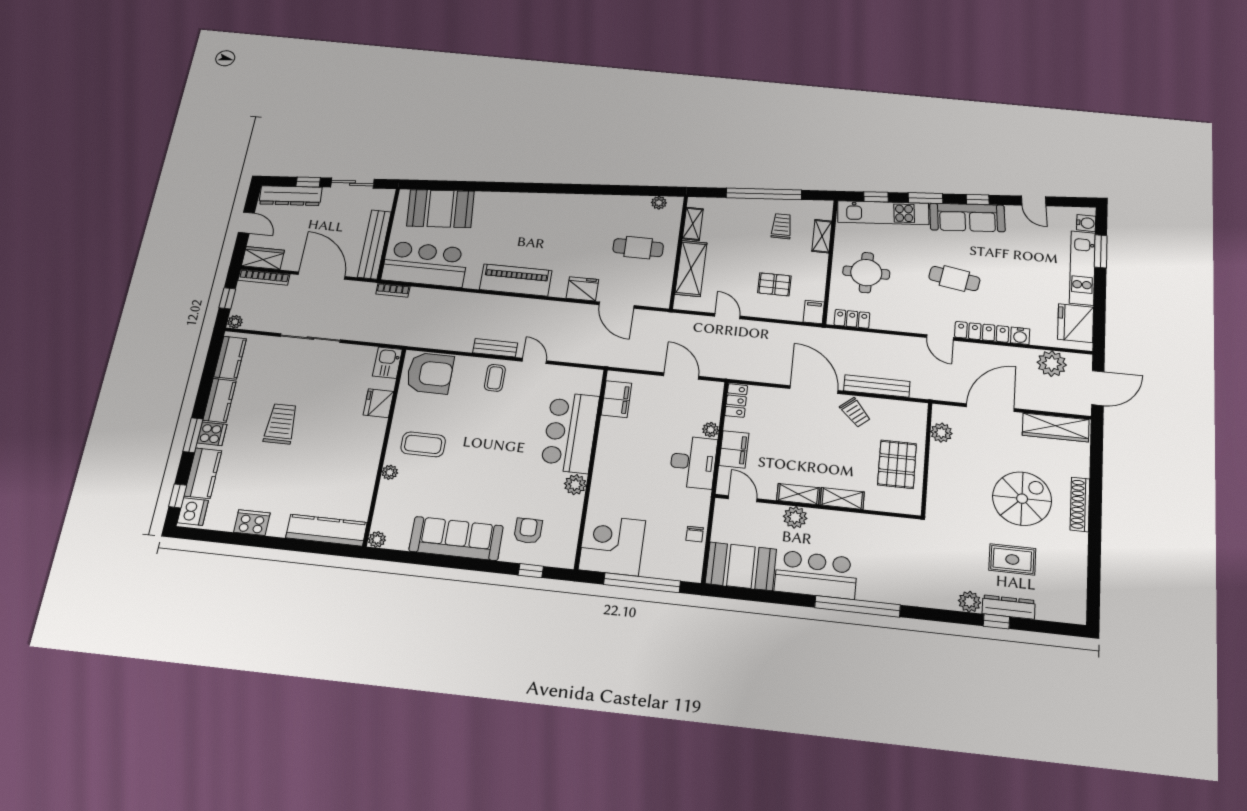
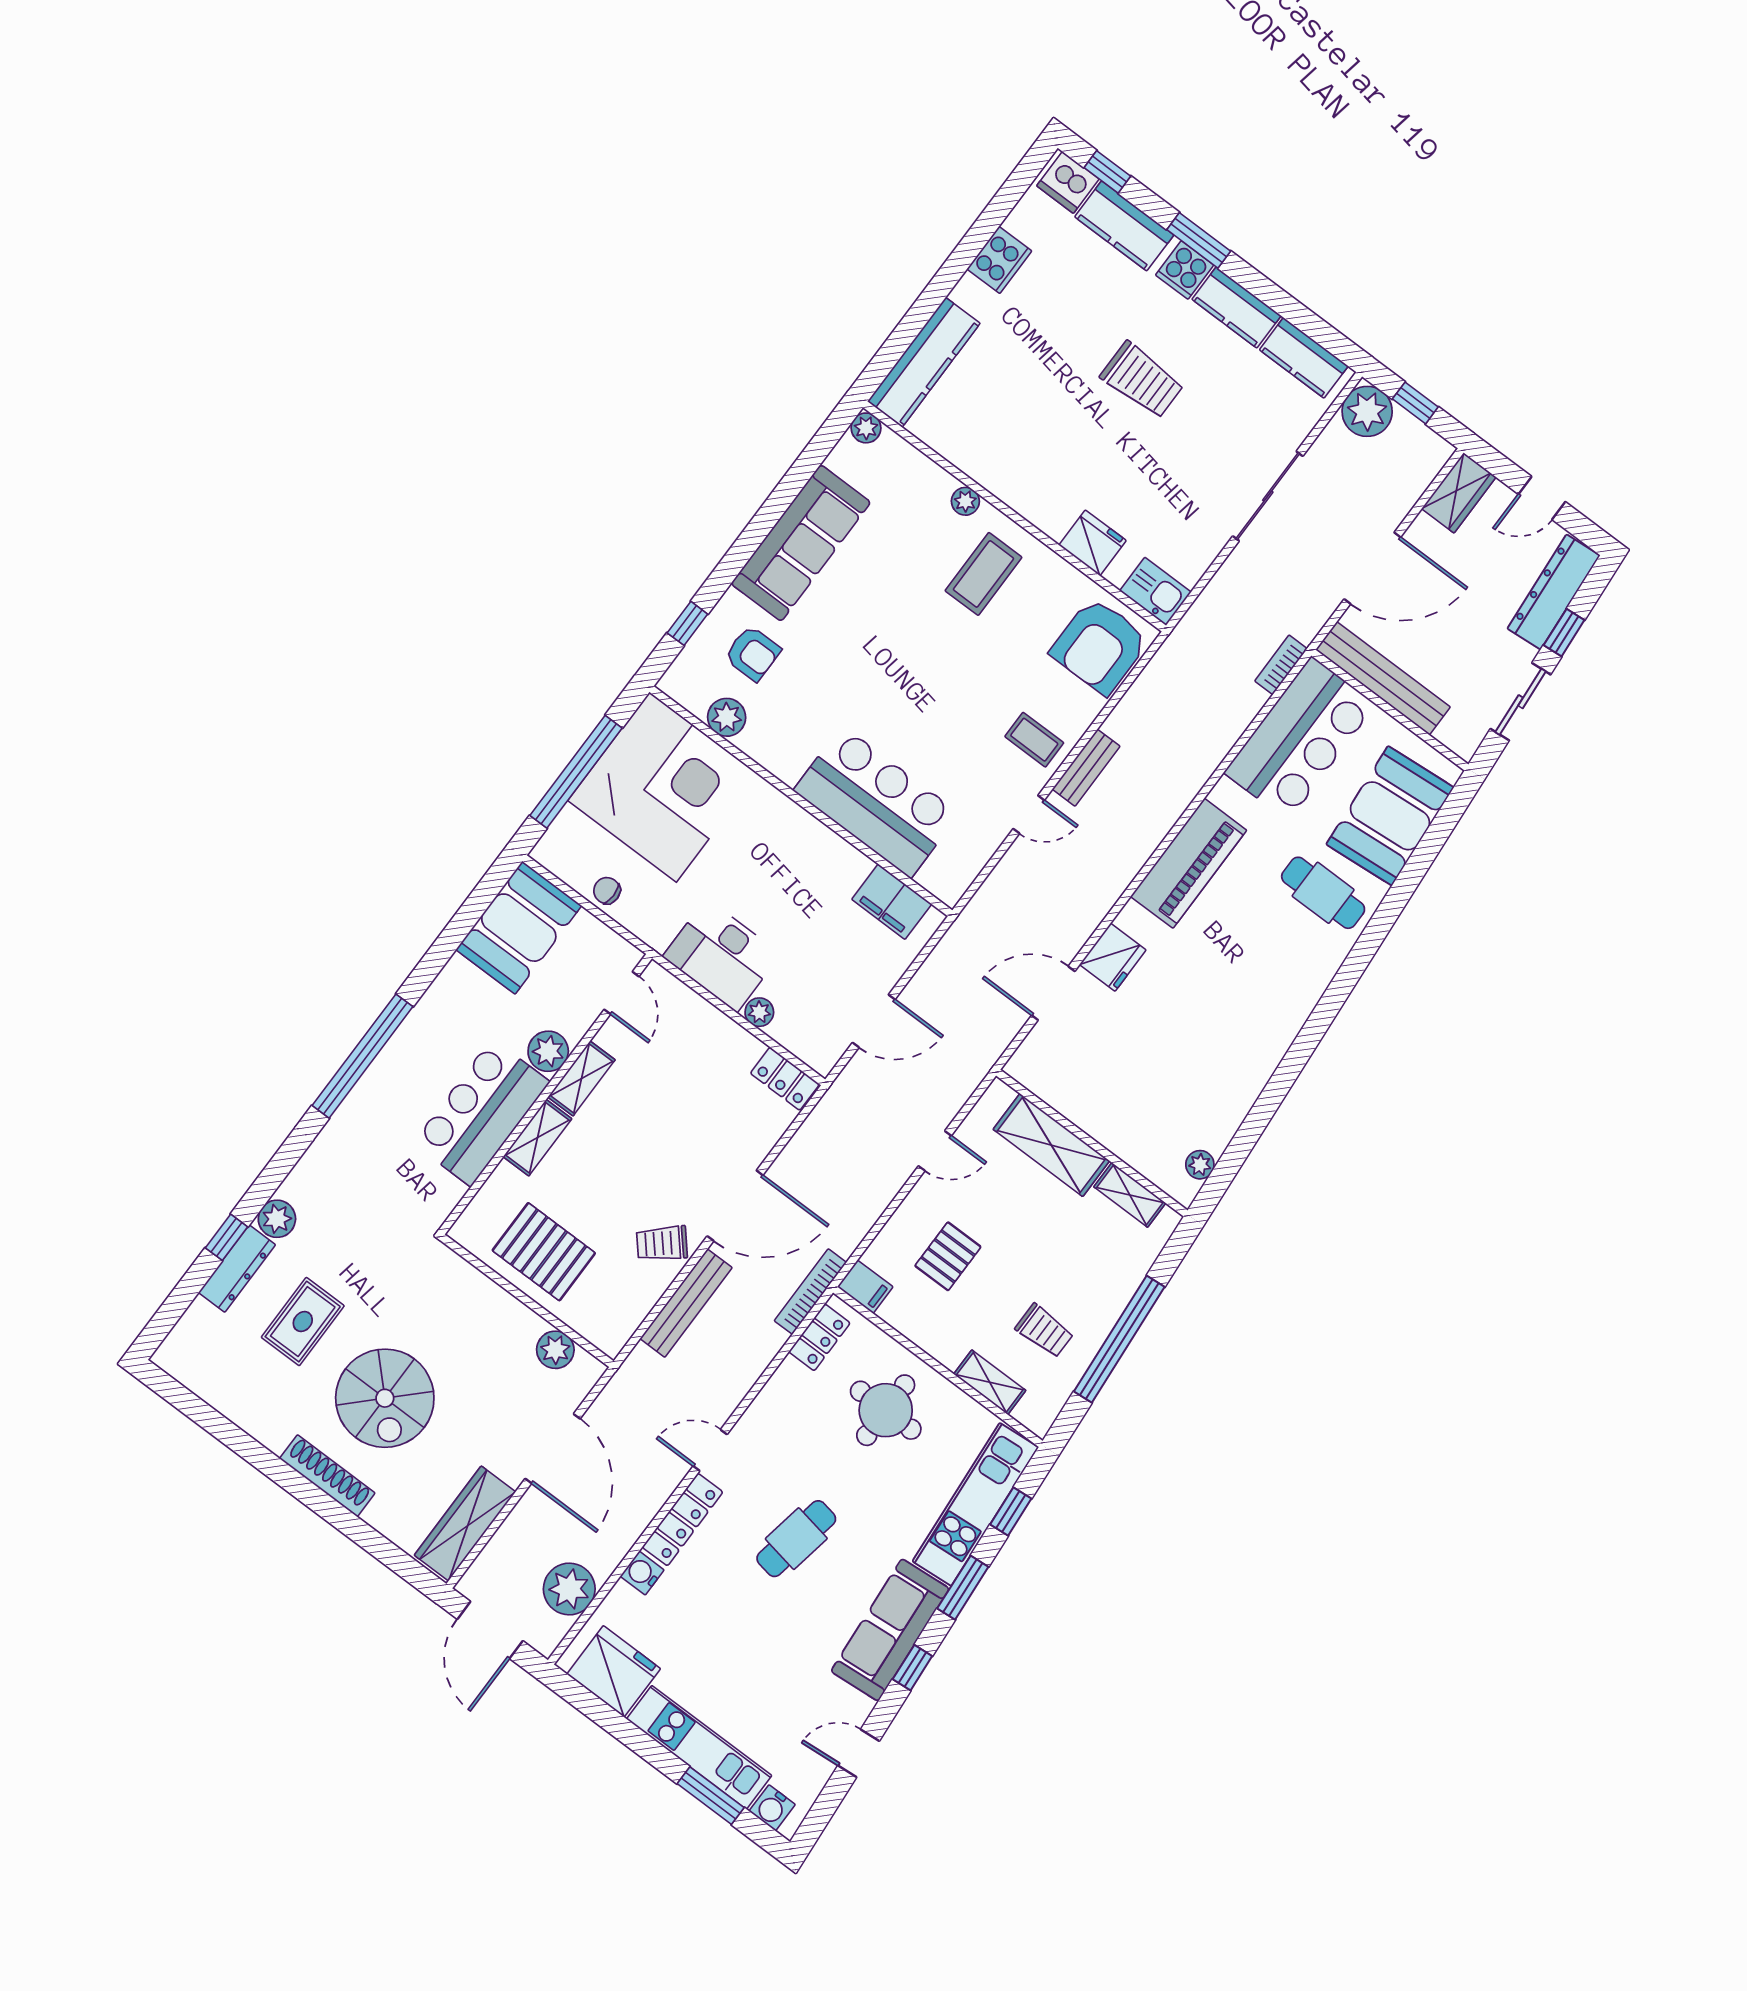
cafe table: (638, 248) -> (1323, 893), moved, turned 90
bookcase: (264, 277) -> (810, 1292), moved
plant: (235, 322) -> (1367, 411), width x1.87, depth x1.87
filing cabinet: (734, 449) -> (707, 1027), removed
plant: (575, 485) -> (727, 717), moved
door: (743, 499) -> (621, 993), hinge flipped
corner desk: (612, 545) -> (663, 787), width x1.36, depth x1.36
bar counter: (816, 575) -> (481, 1112), moved, turned 180

